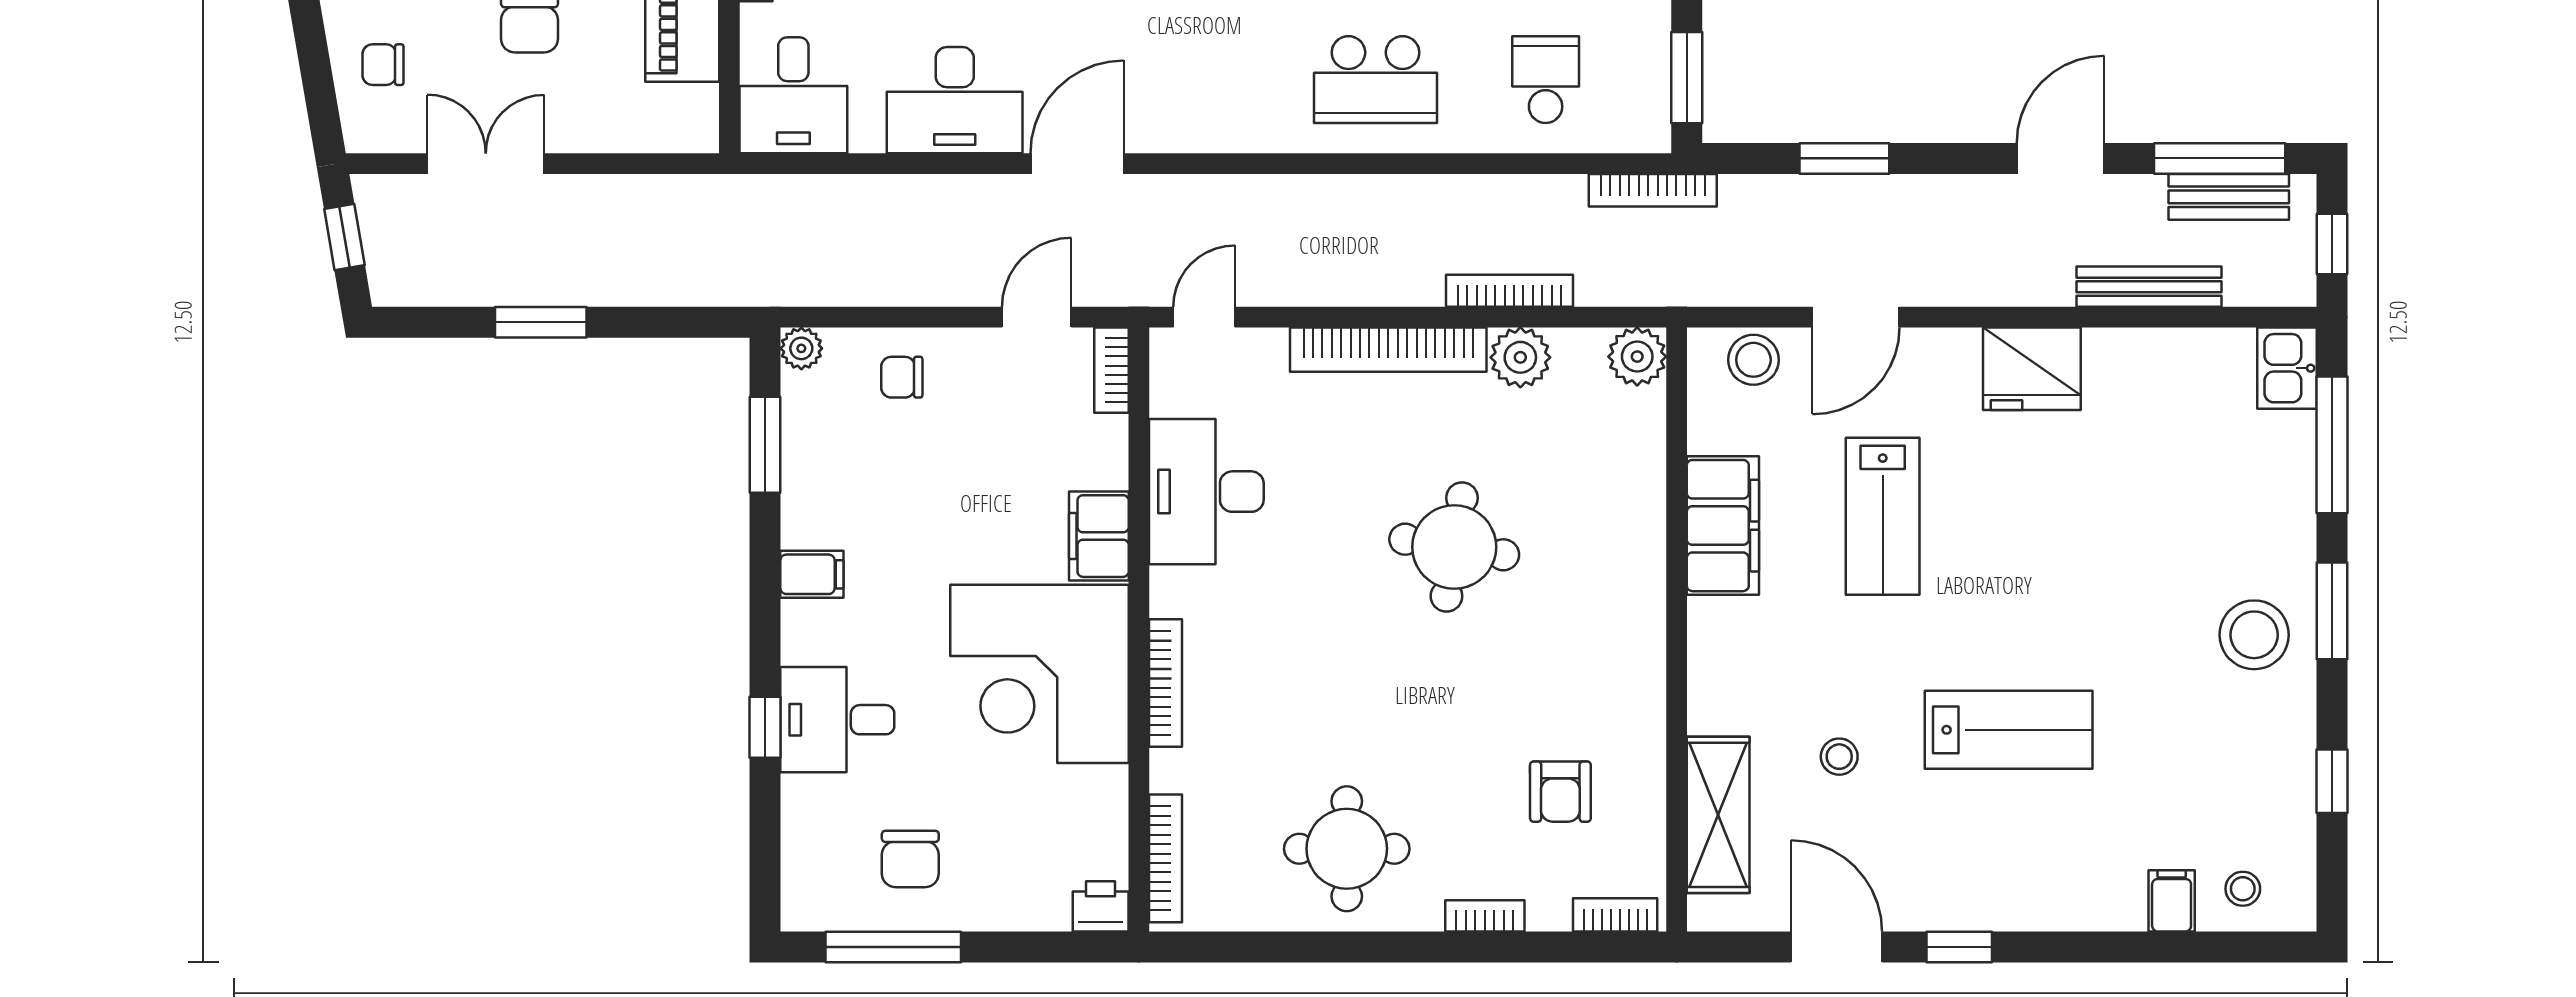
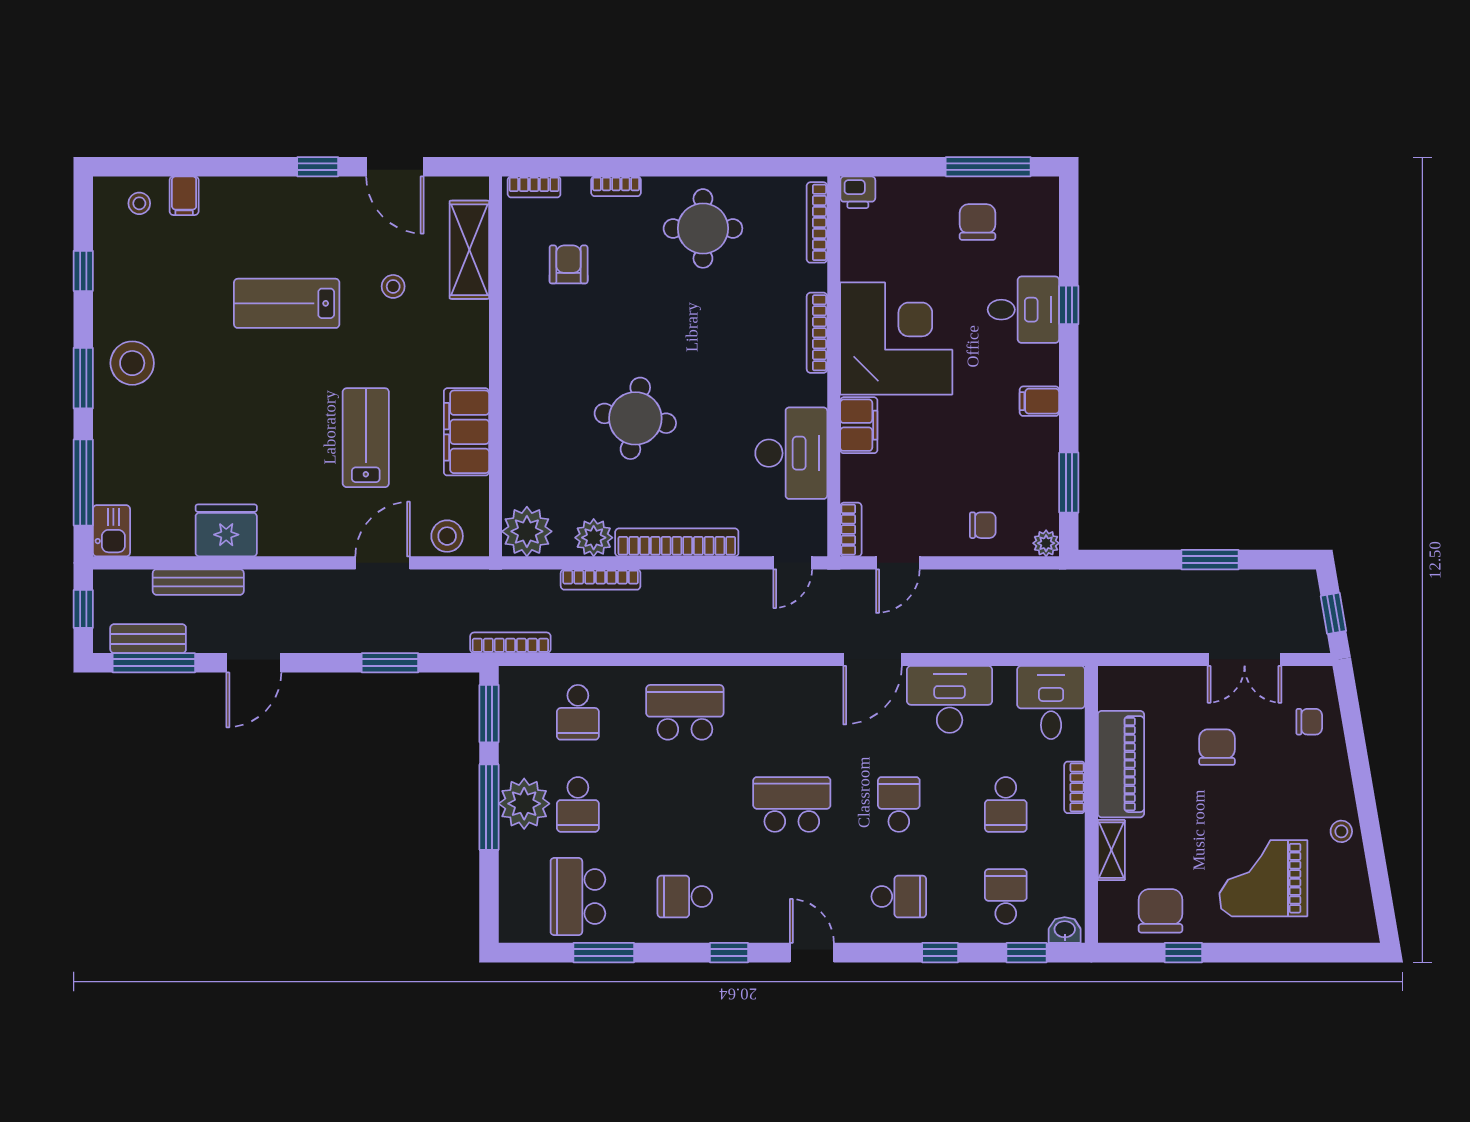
plant: (1637, 357) -> (527, 531), width x1.36, depth x1.36
fridge: (2032, 369) -> (226, 530), moved

